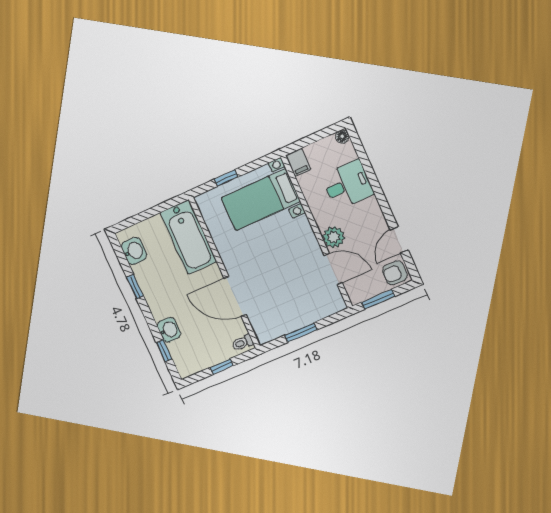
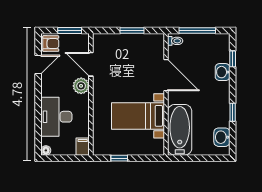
window: (226, 178) -> (119, 158), moved
desk: (348, 185) -> (56, 117), width x1.37
bed with nightstands: (261, 200) -> (138, 116), moved, turned 180
window: (222, 367) -> (197, 31), width x2.17

